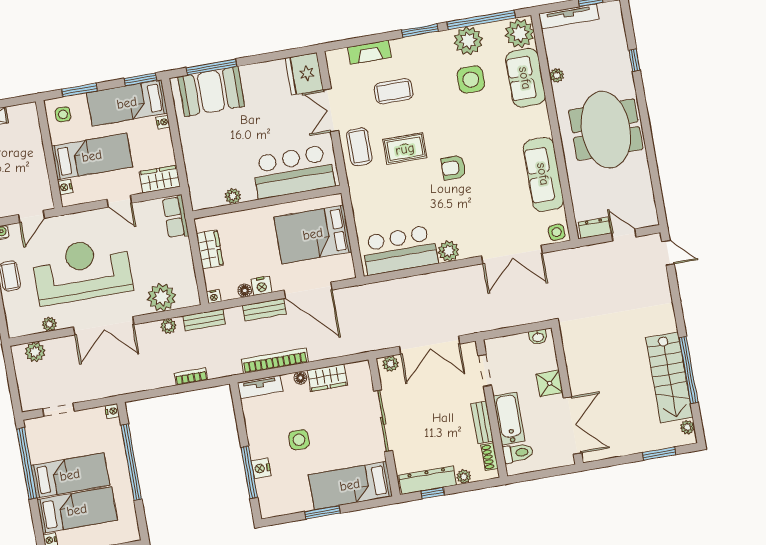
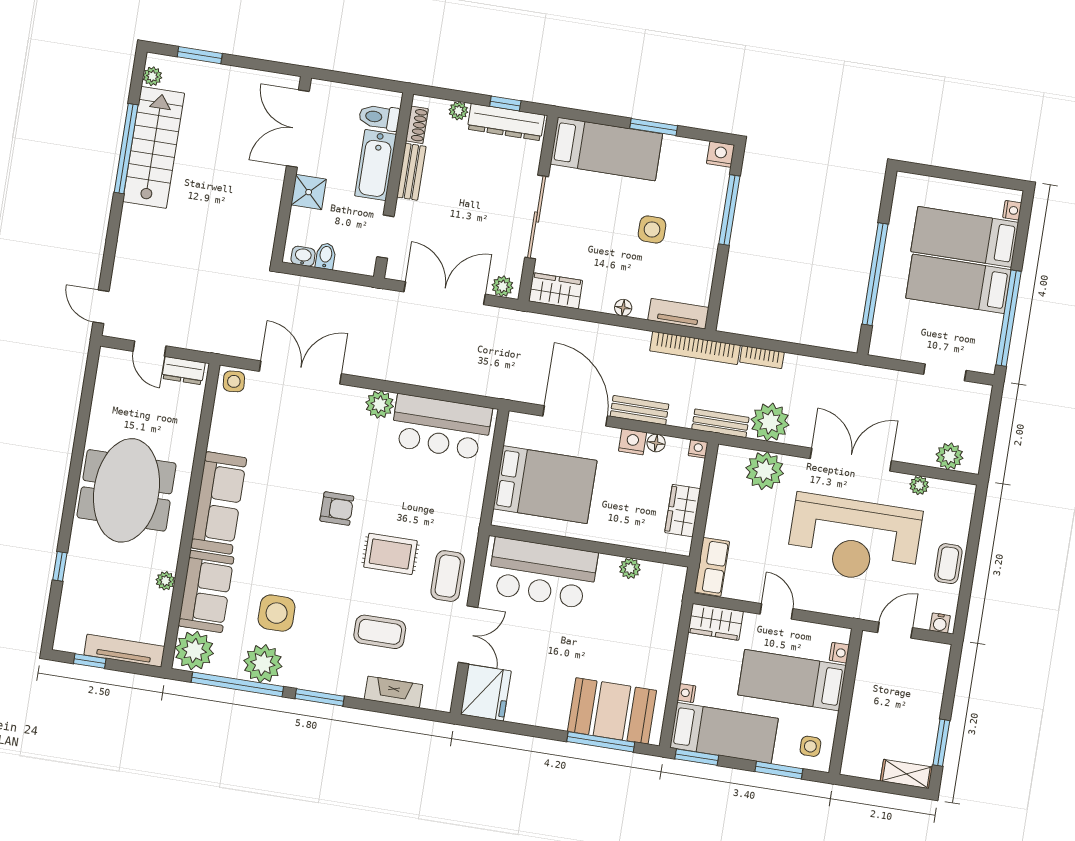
sofa: (543, 174) -> (219, 503), moved
plant: (168, 326) -> (770, 422), width x1.87, depth x1.87
bidet: (522, 342) -> (326, 256), added
bookcase: (275, 361) -> (695, 348), moved
wardrobe: (327, 378) -> (556, 291), moved
nightstand: (112, 411) -> (877, 347), removed
nightstand: (261, 468) -> (721, 154), moved, turned -90

